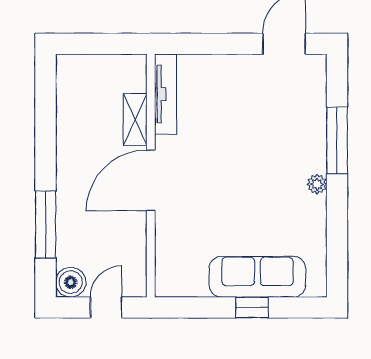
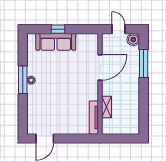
window: (337, 140) -> (23, 80), moved
door: (151, 180) -> (100, 68), moved
door: (106, 307) -> (119, 29), swing flipped

